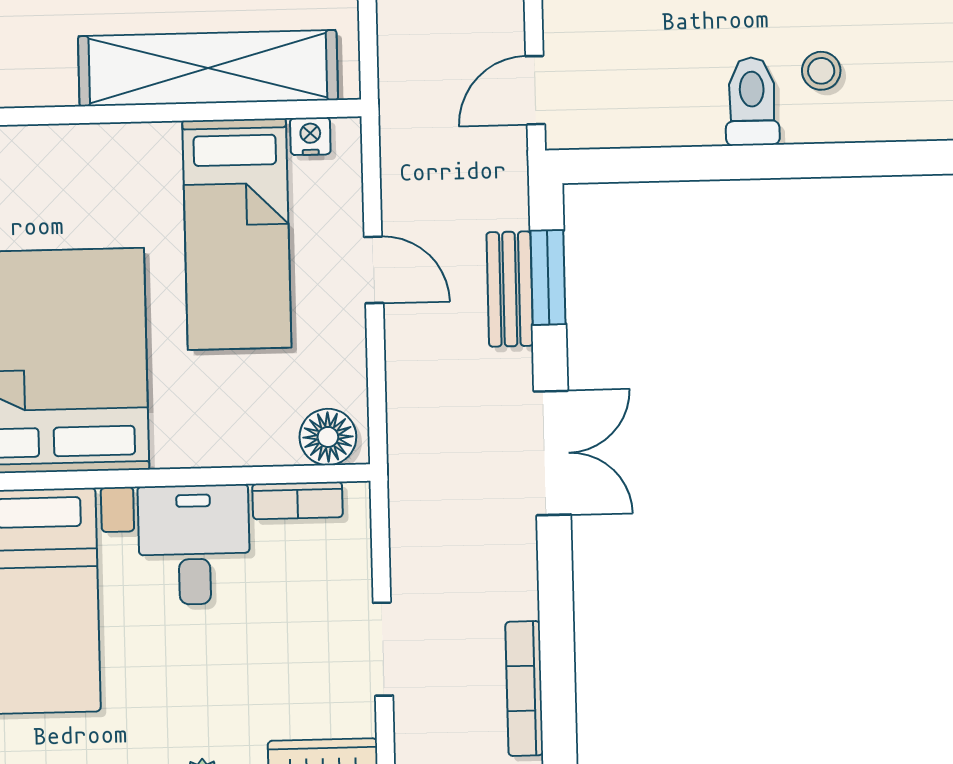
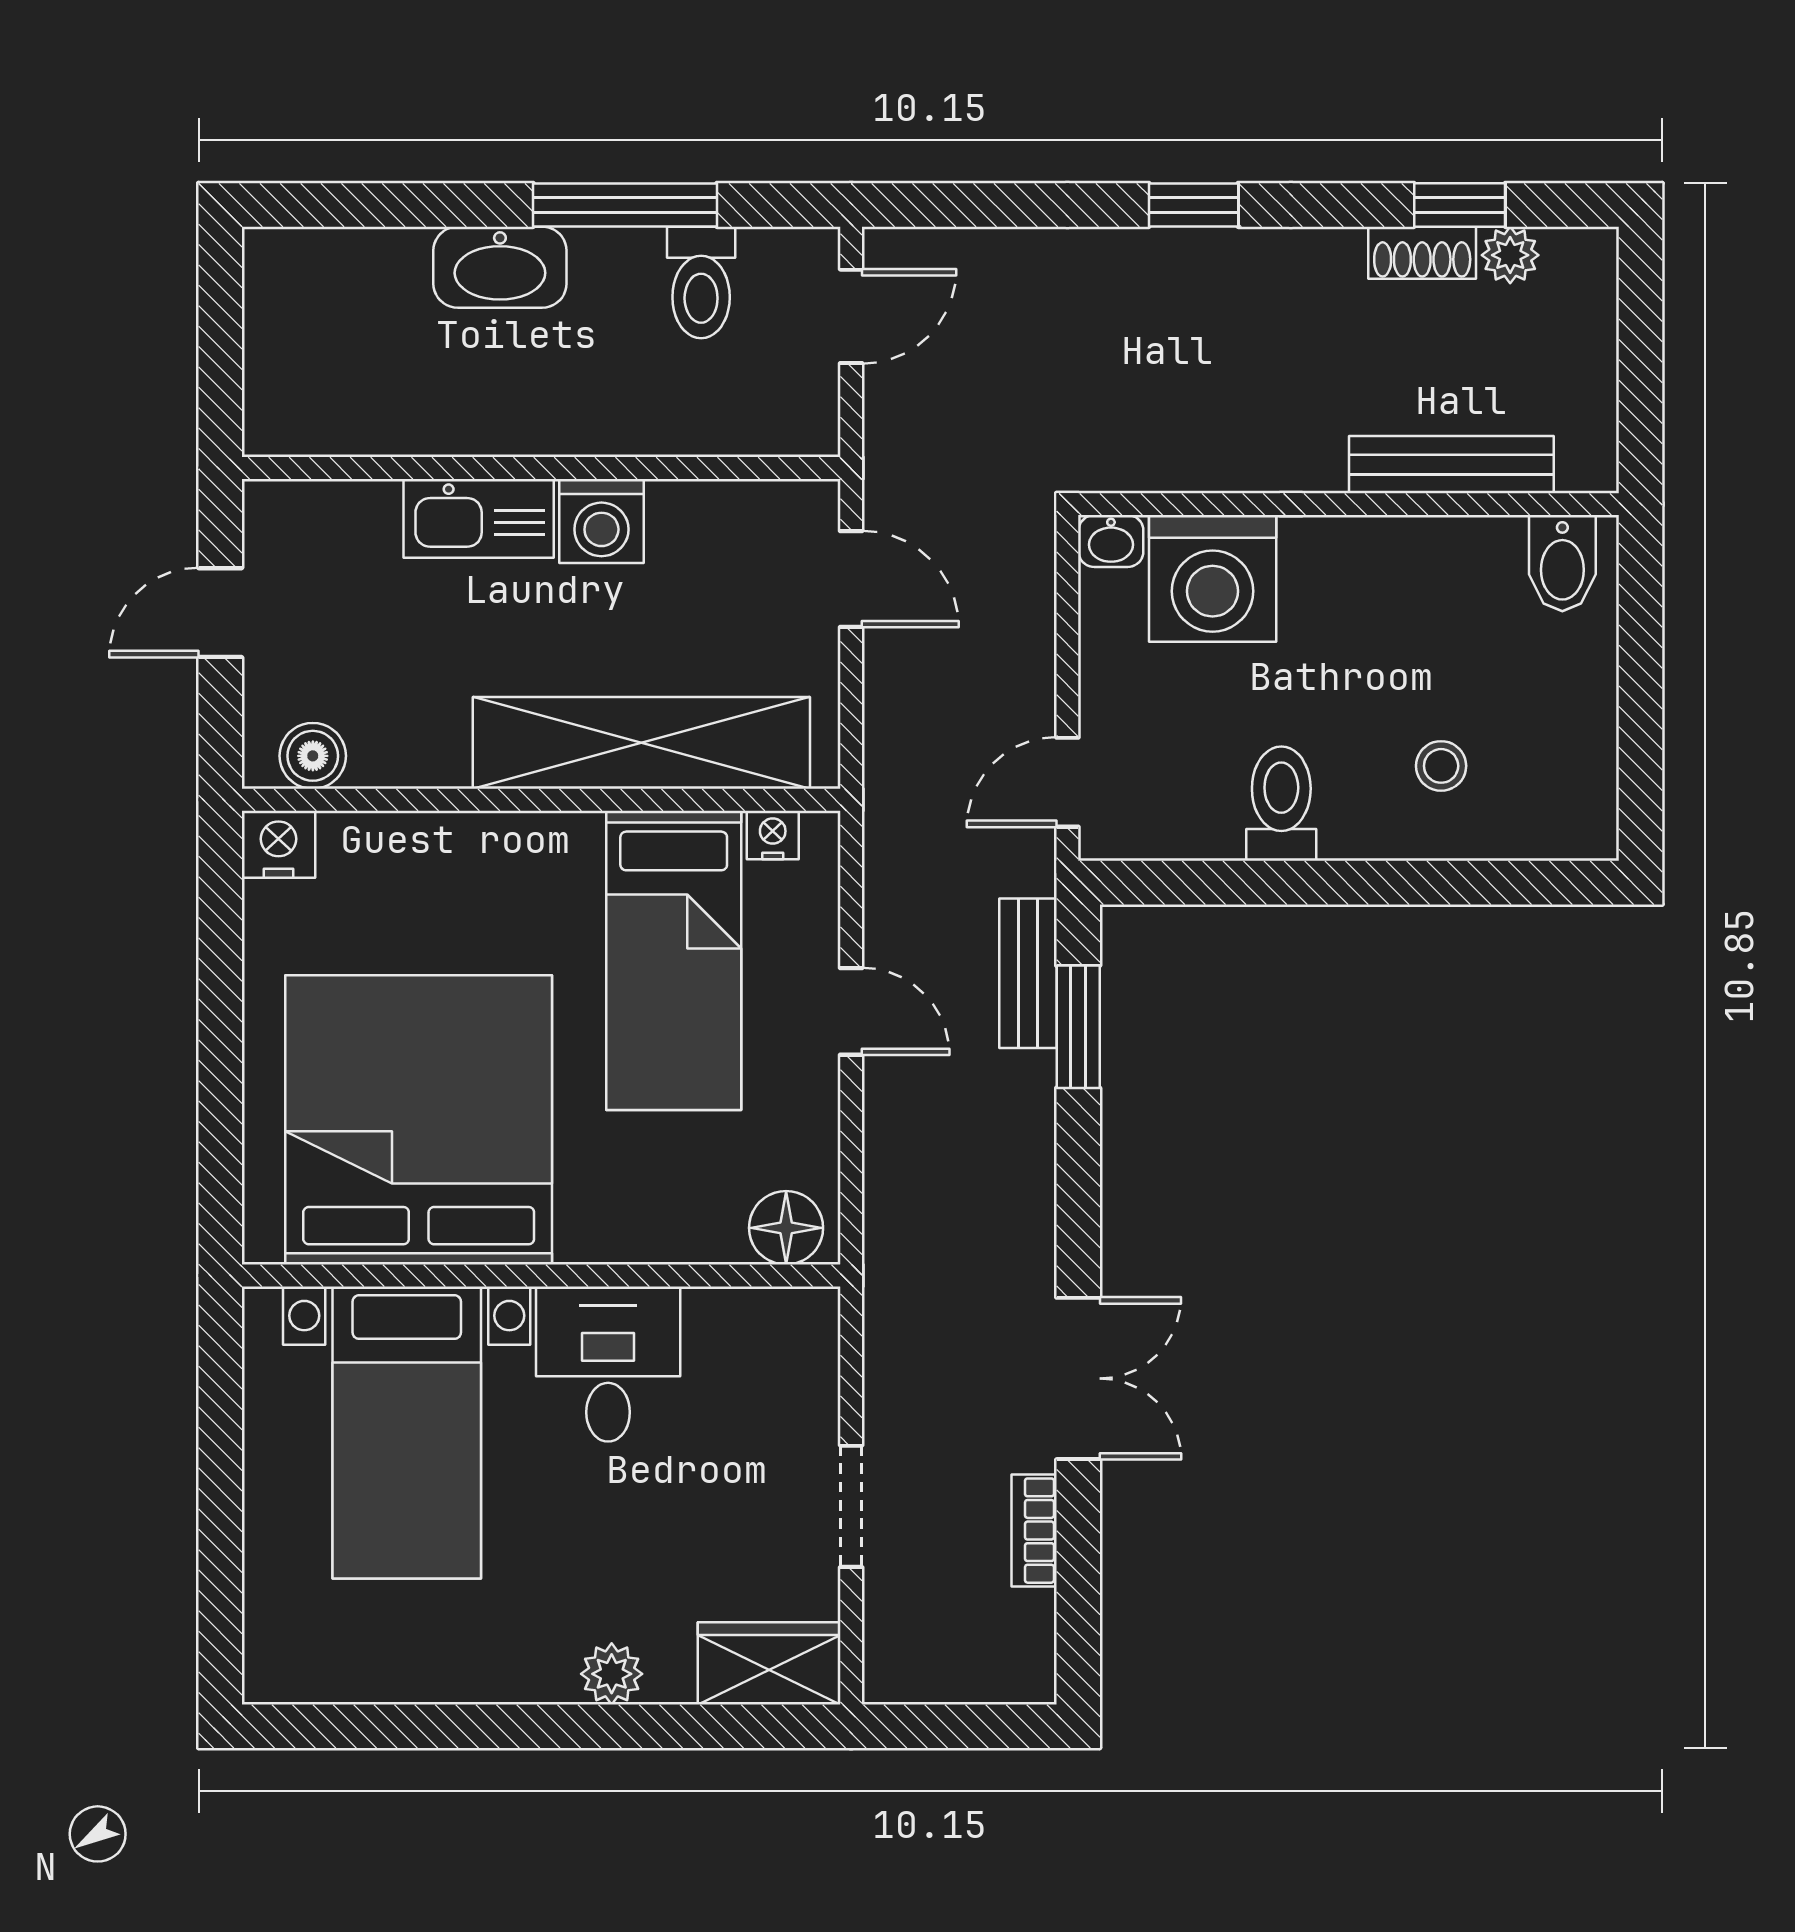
toilet: (752, 101) -> (1281, 804), moved
bench: (510, 289) -> (1028, 973), moved
double door: (552, 453) -> (1078, 1378), moved
bookcase: (297, 501) -> (744, 1310), removed
bookcase: (524, 689) -> (1034, 1531), width x0.64

